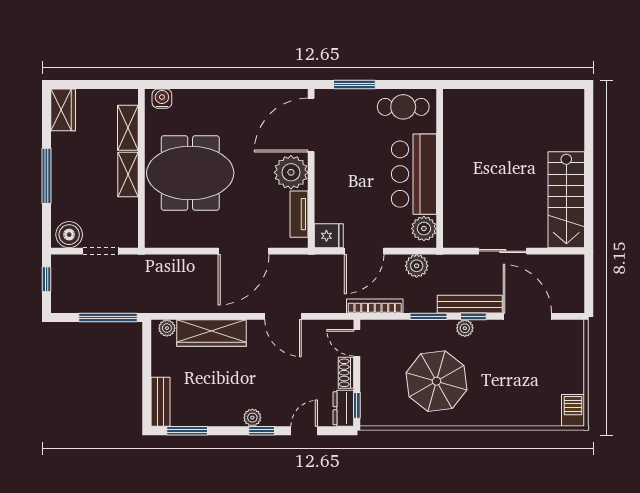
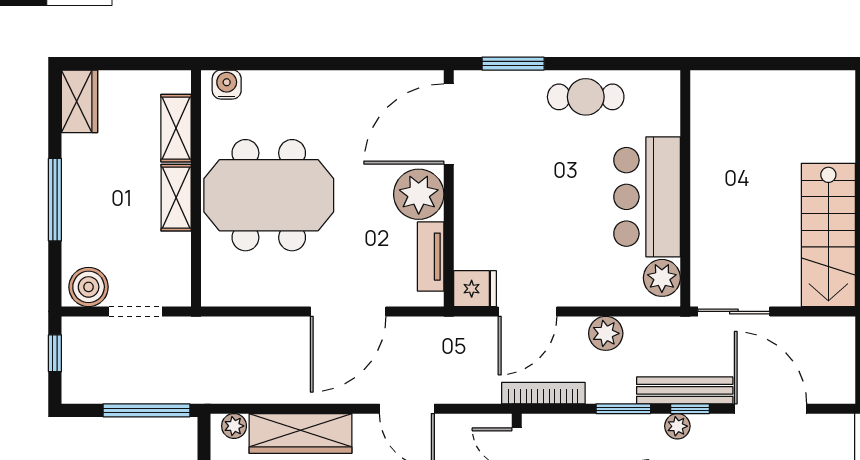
wall: (440, 168) -> (685, 188), moved
bar counter: (414, 174) -> (647, 197), moved
plant: (424, 229) -> (662, 278), moved

